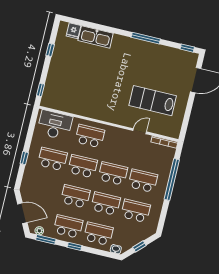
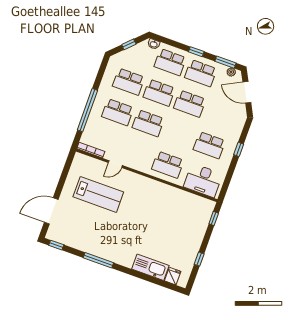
school desk: (83, 166) -> (179, 134), removed

